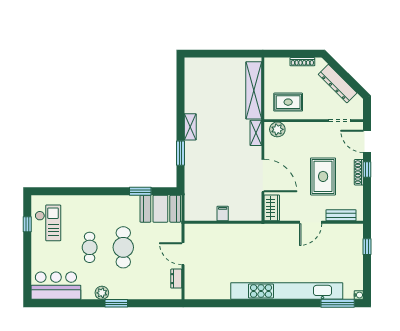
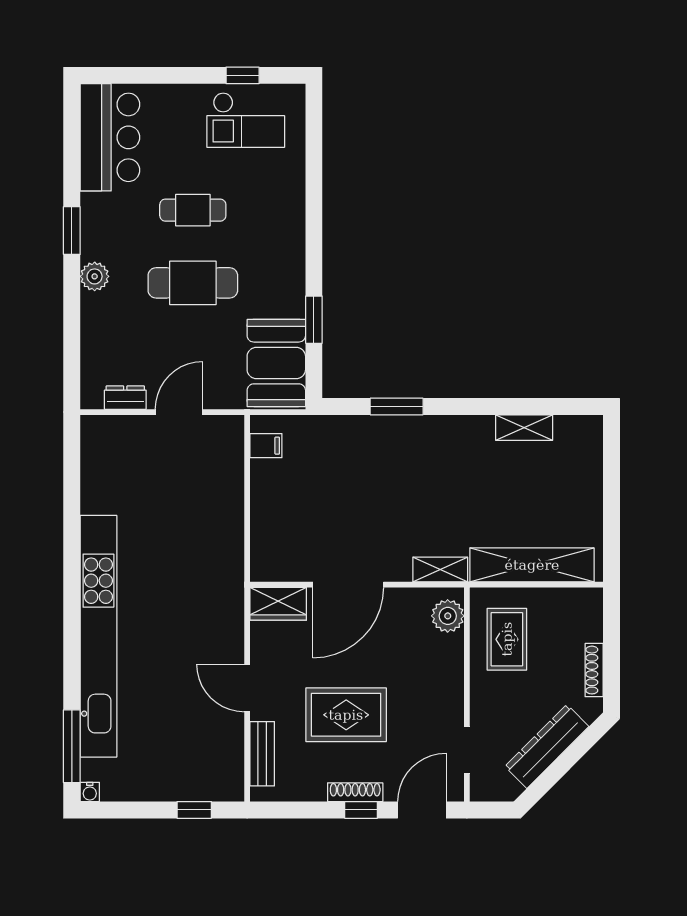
shelving: (190, 127) -> (524, 428), moved
filing cabinet: (223, 214) -> (266, 446), moved
plant: (102, 293) -> (95, 276), moved
window: (116, 303) -> (72, 231), moved

